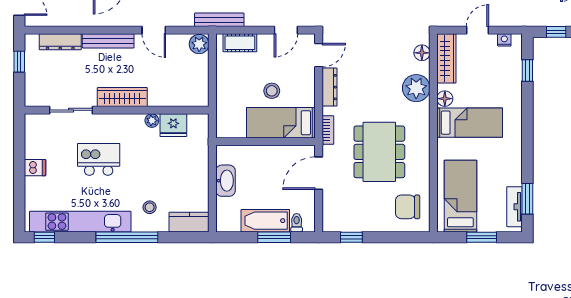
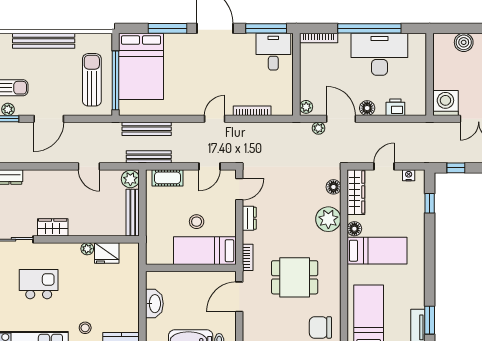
bench: (108, 41) -> (133, 213), moved, turned 90
dresser: (330, 87) -> (249, 218), width x0.70
wardrobe: (122, 97) -> (53, 227), width x0.67
dining table: (379, 152) -> (295, 277), width x0.73

